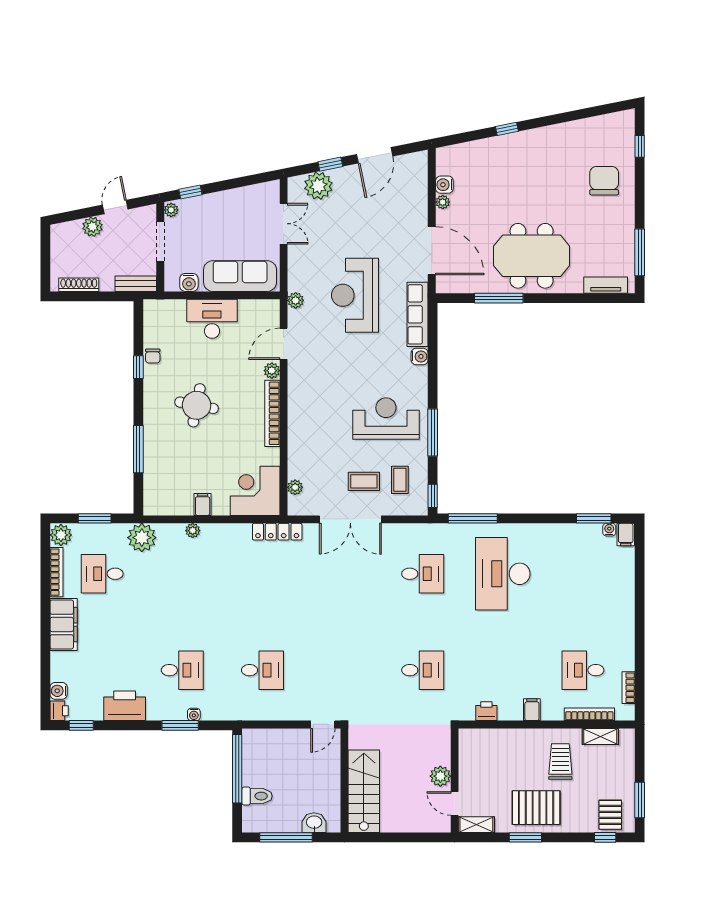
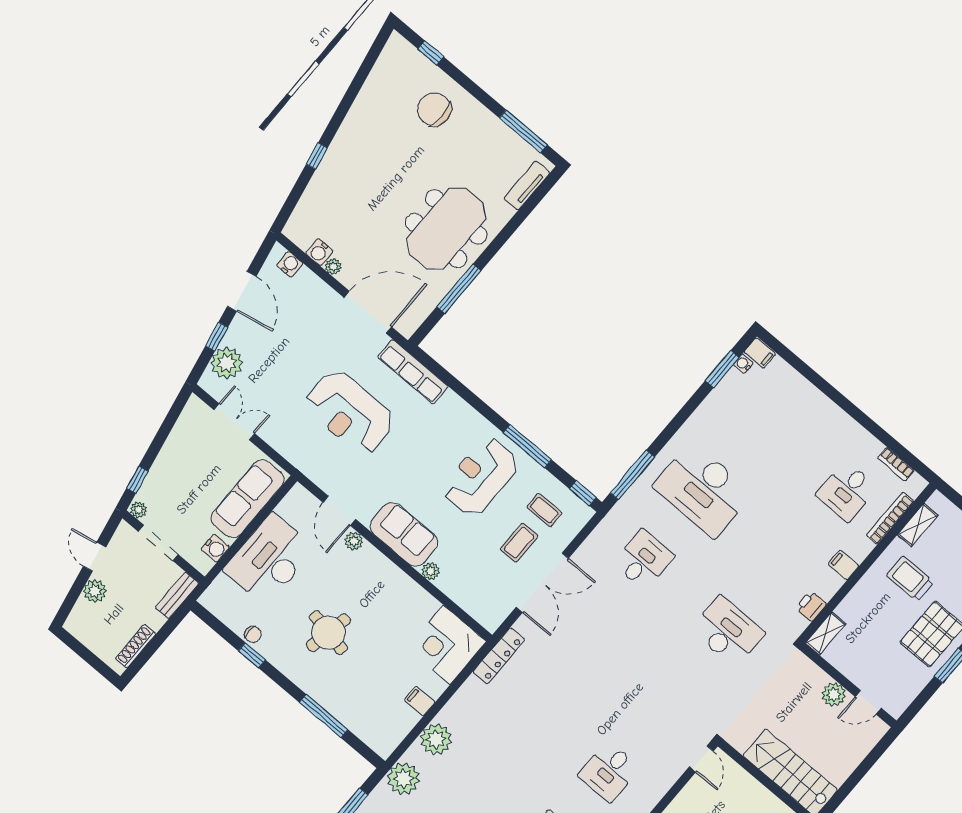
plant: (296, 300) -> (310, 468), removed
desk: (212, 319) -> (269, 559), width x1.36, depth x1.30
water cooler: (420, 356) -> (290, 264), moved
sofa: (304, 400) -> (404, 534), added
bookcase: (272, 413) -> (392, 572), removed
plant: (295, 487) -> (431, 571), moved
plant: (193, 531) -> (436, 739), width x1.88, depth x1.88
desk: (262, 670) -> (609, 771), turned 180
desk: (423, 670) -> (728, 631), width x1.37
shelving: (476, 825) -> (826, 633), moved

